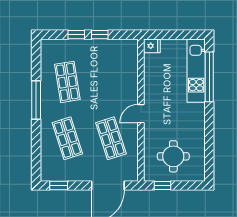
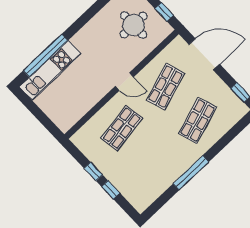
fridge: (152, 46) -> (64, 123), removed
shop shelf: (67, 82) -> (122, 128), moved

